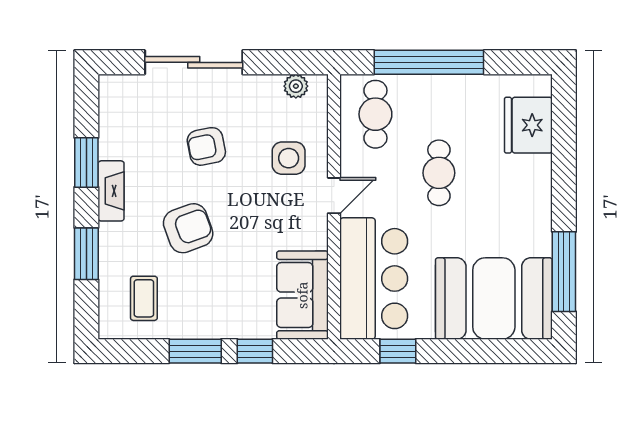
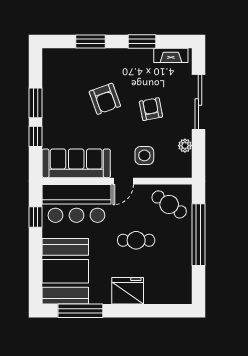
plant: (296, 86) -> (185, 146), moved
cafe table: (375, 114) -> (169, 204), turned 34
fridge: (528, 125) -> (128, 291), moved
fireplace: (111, 191) -> (171, 55), moved
door: (334, 196) -> (123, 181), hinge flipped
sofa: (302, 295) -> (76, 163), width x1.36
coffee table: (144, 298) -> (65, 74), removed

